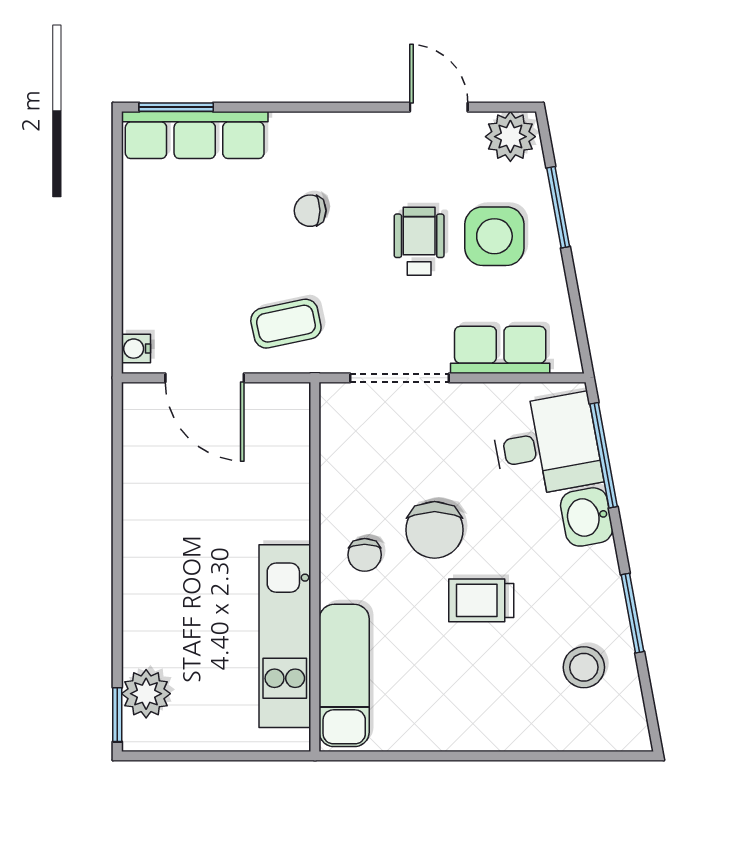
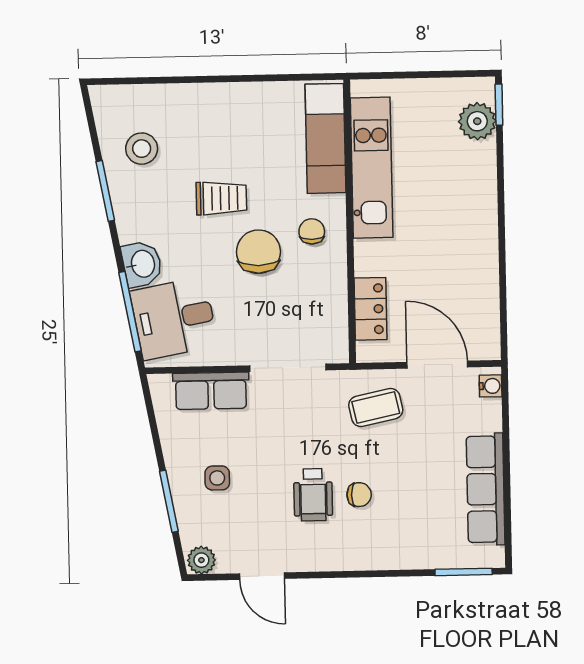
row of seats: (195, 135) -> (486, 489), moved, turned -90
plant: (510, 137) -> (201, 560), width x0.73, depth x0.73
side table: (494, 236) -> (217, 478), width x0.54, depth x0.54
wheelchair: (419, 241) -> (313, 495), moved
locker: (290, 452) -> (371, 309), added

